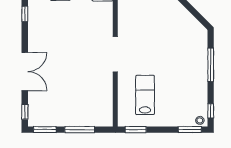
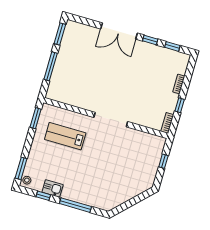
kitchen sink: (201, 92) -> (53, 188), added
lab bench: (145, 95) -> (65, 136), turned 180
window: (211, 111) -> (43, 196), moved
window: (25, 112) -> (150, 40), moved

